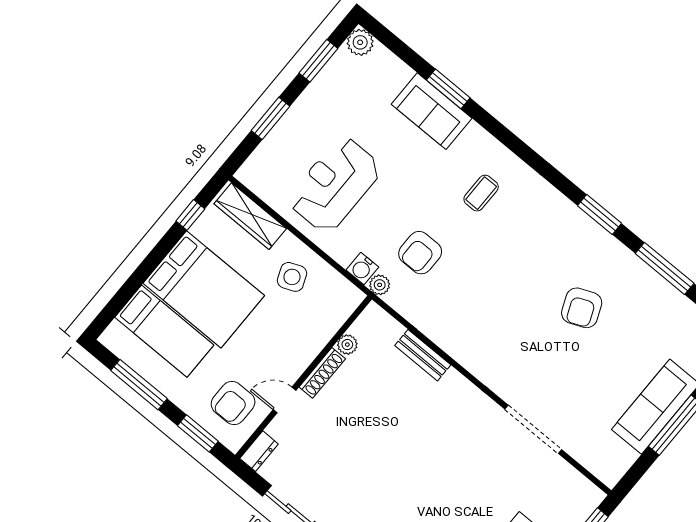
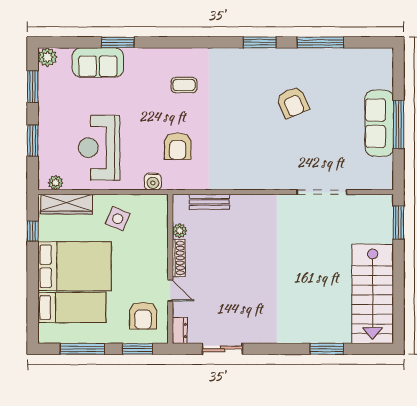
sofa: (432, 111) -> (98, 62), moved
coffee table: (481, 193) -> (184, 85), turned 90
side table: (292, 277) -> (118, 219), turned 45
plant: (380, 285) -> (56, 183), moved
bench: (423, 355) -> (209, 202), moved
door: (284, 400) -> (170, 290), swing flipped

